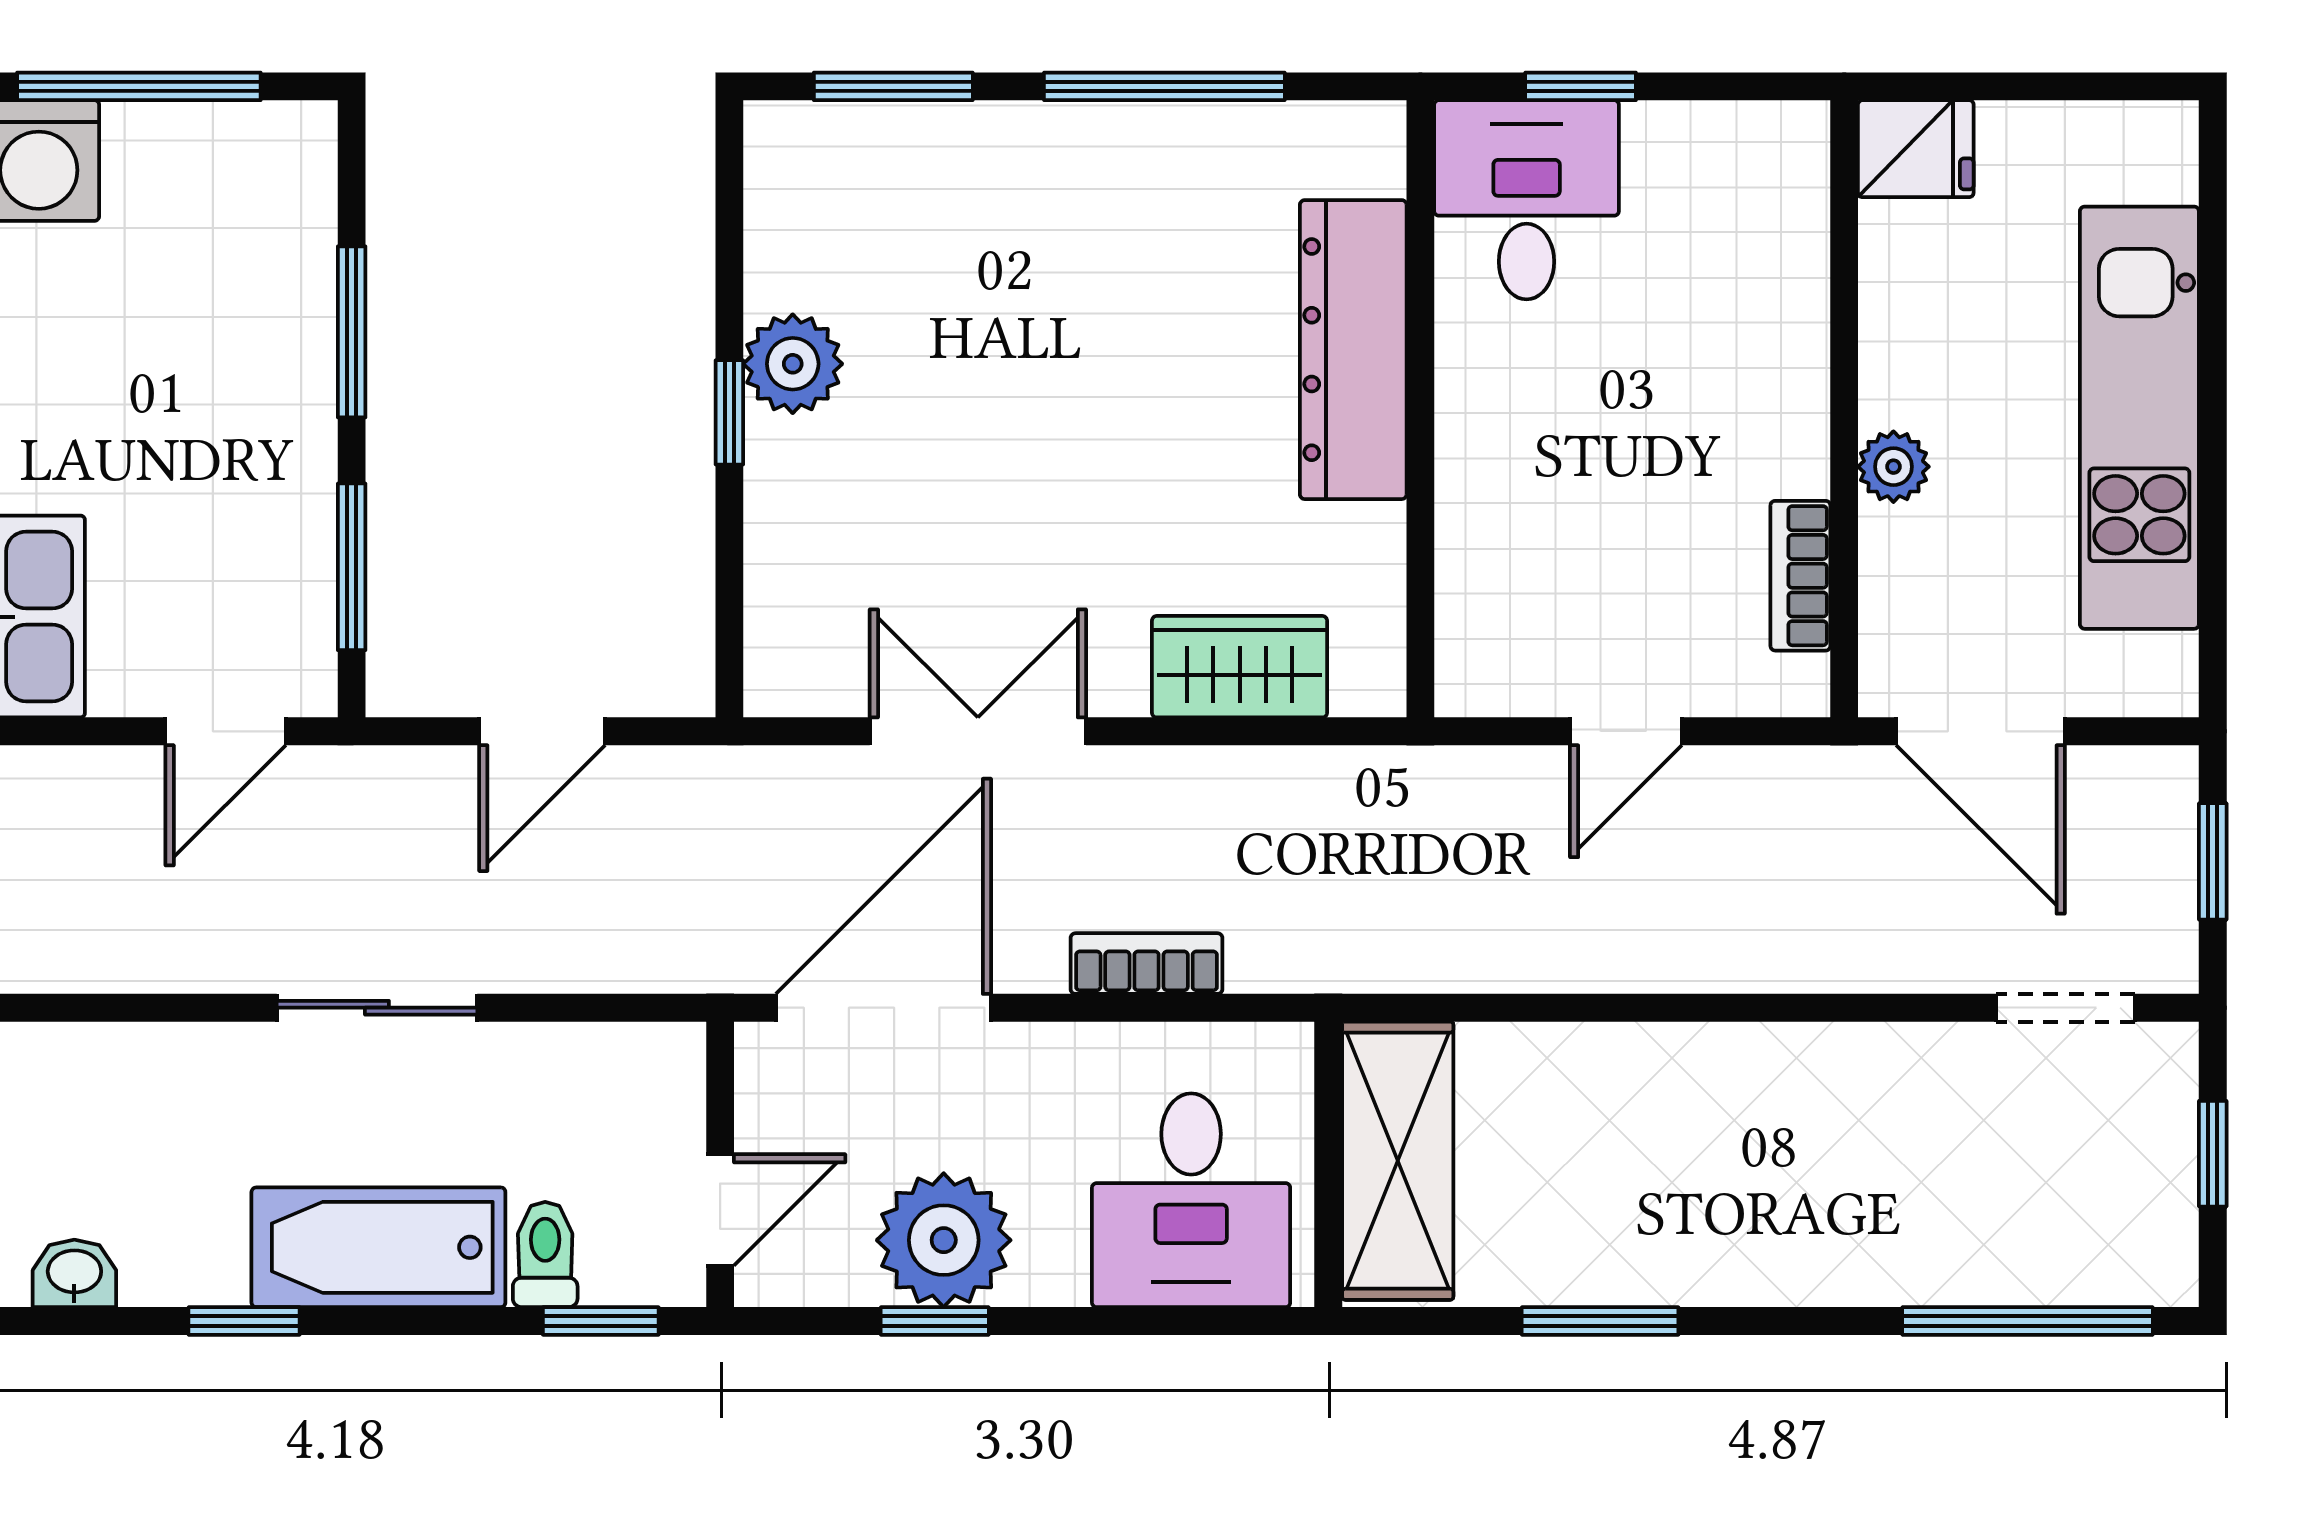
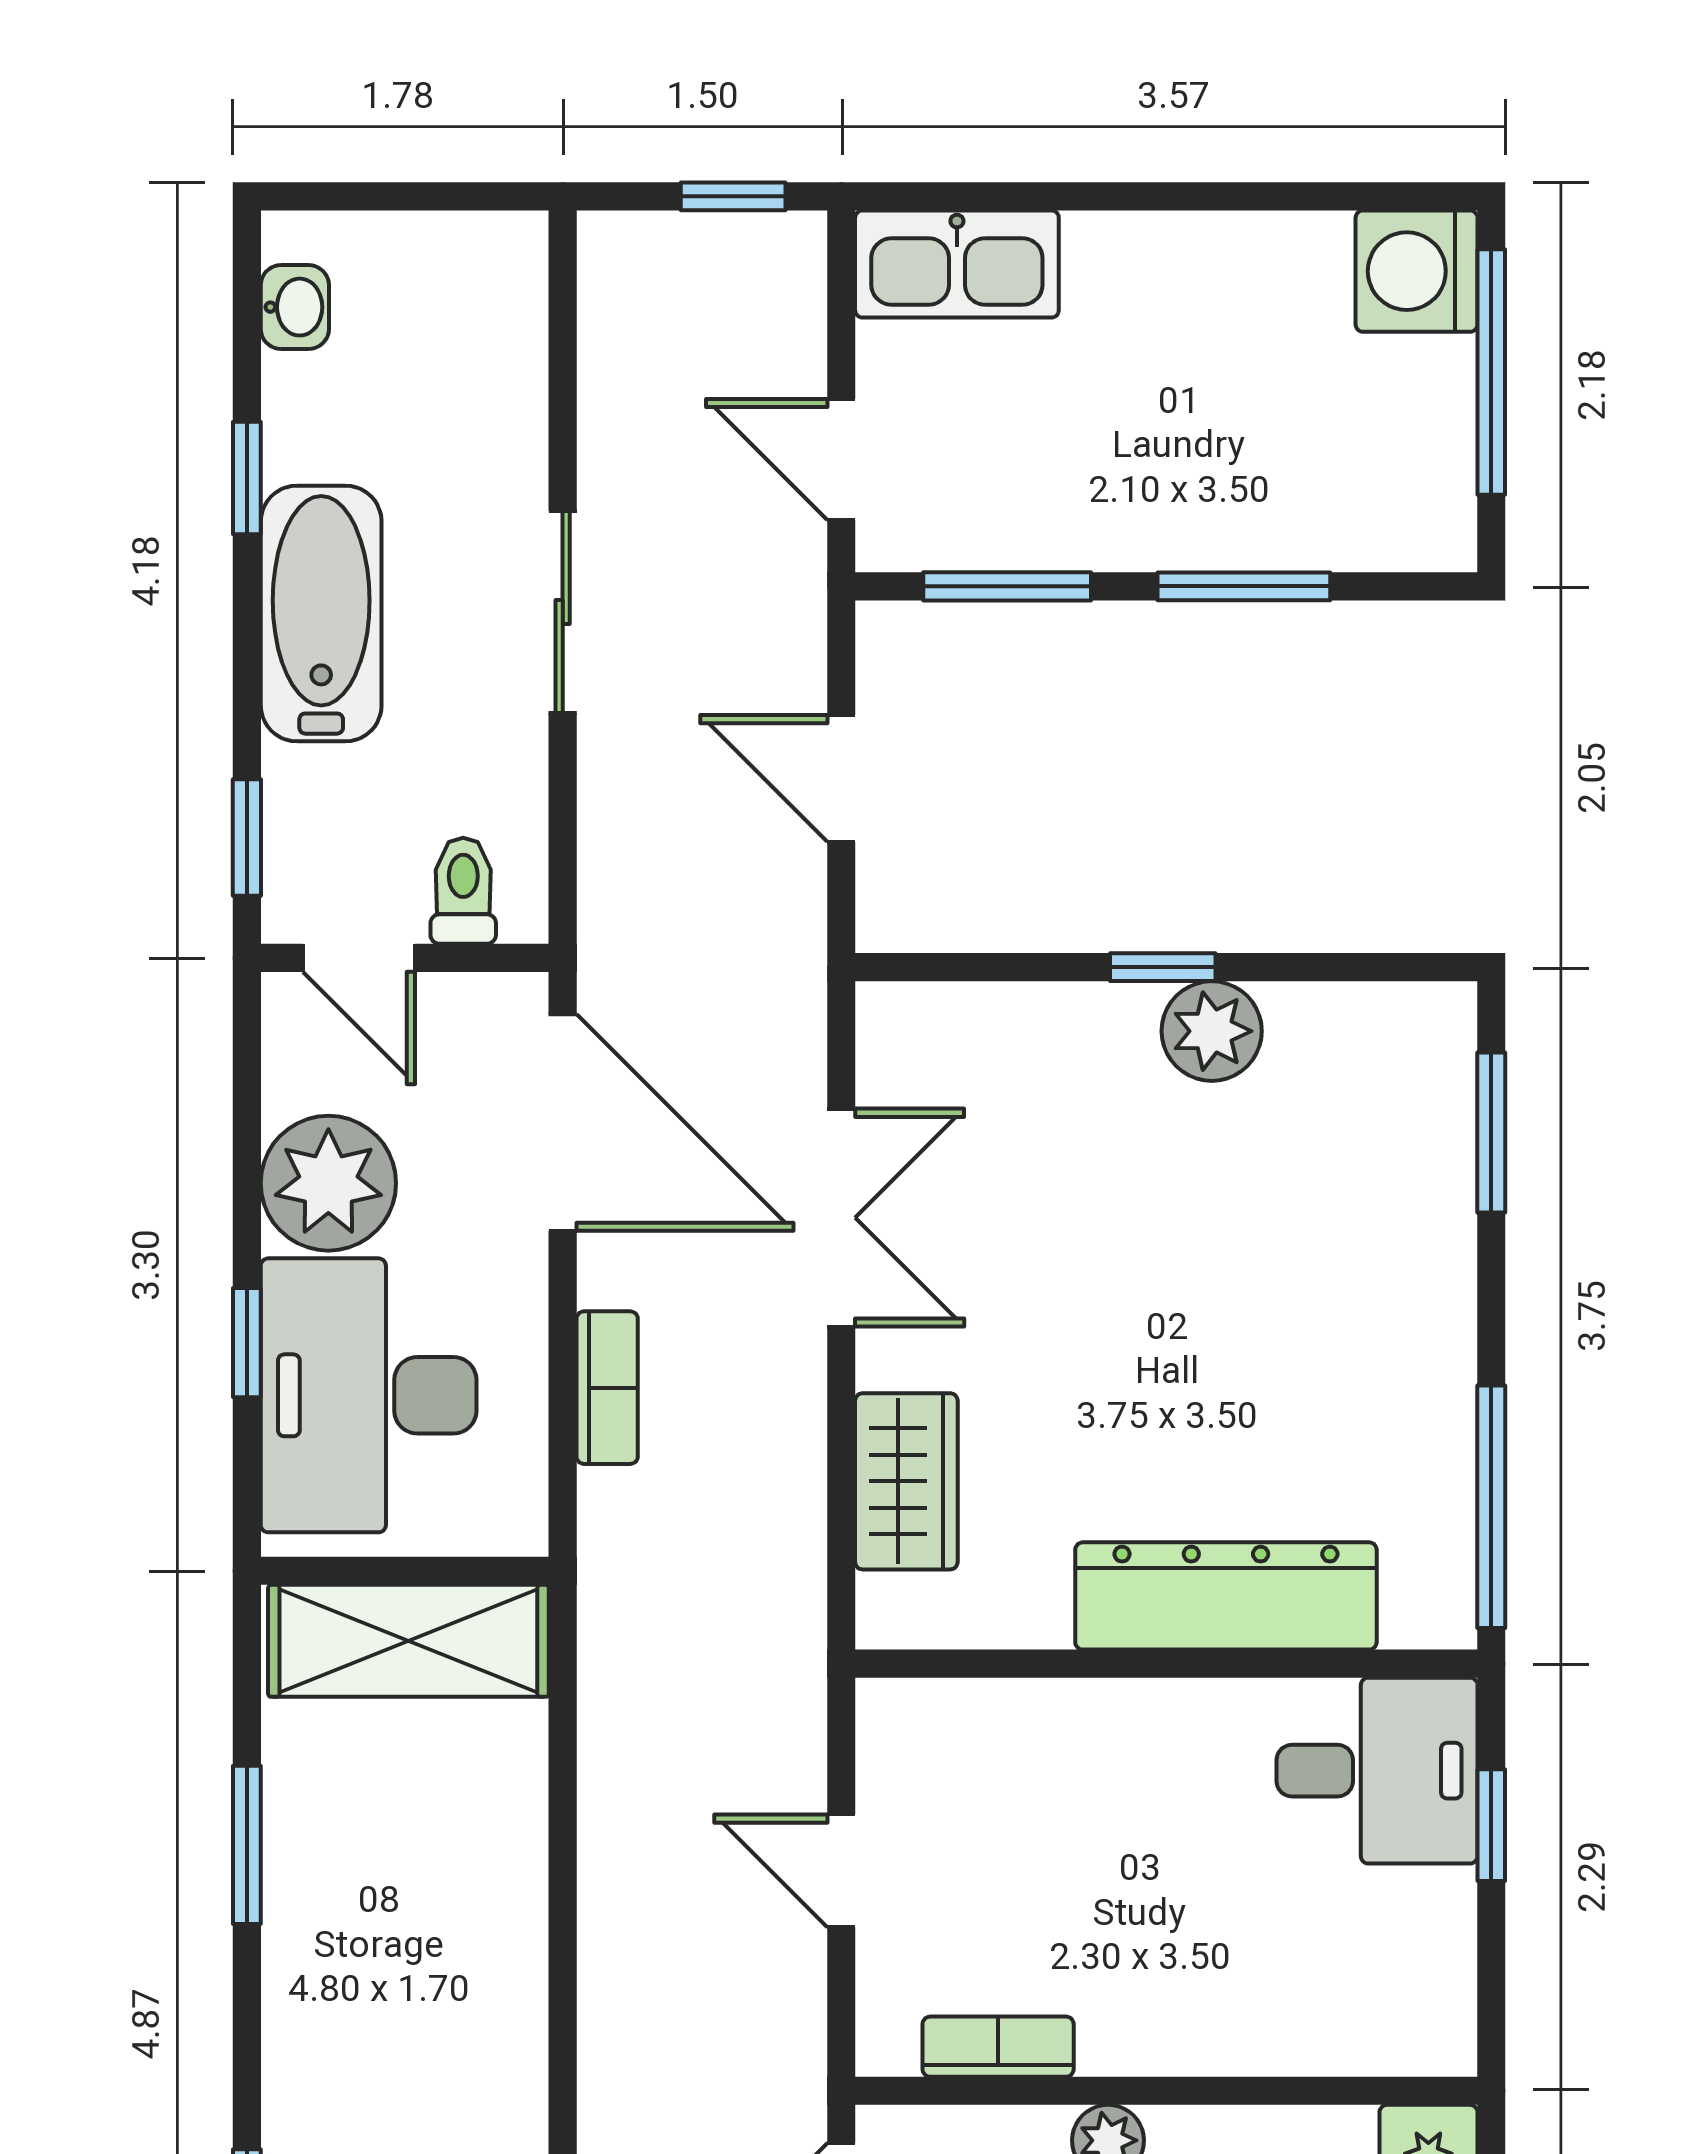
window: (1164, 86) -> (1491, 1507), moved
desk: (1191, 1200) -> (369, 1395), width x1.37
toilet: (545, 1254) -> (463, 891), moved, turned -90
window: (935, 1321) -> (247, 1343), moved

